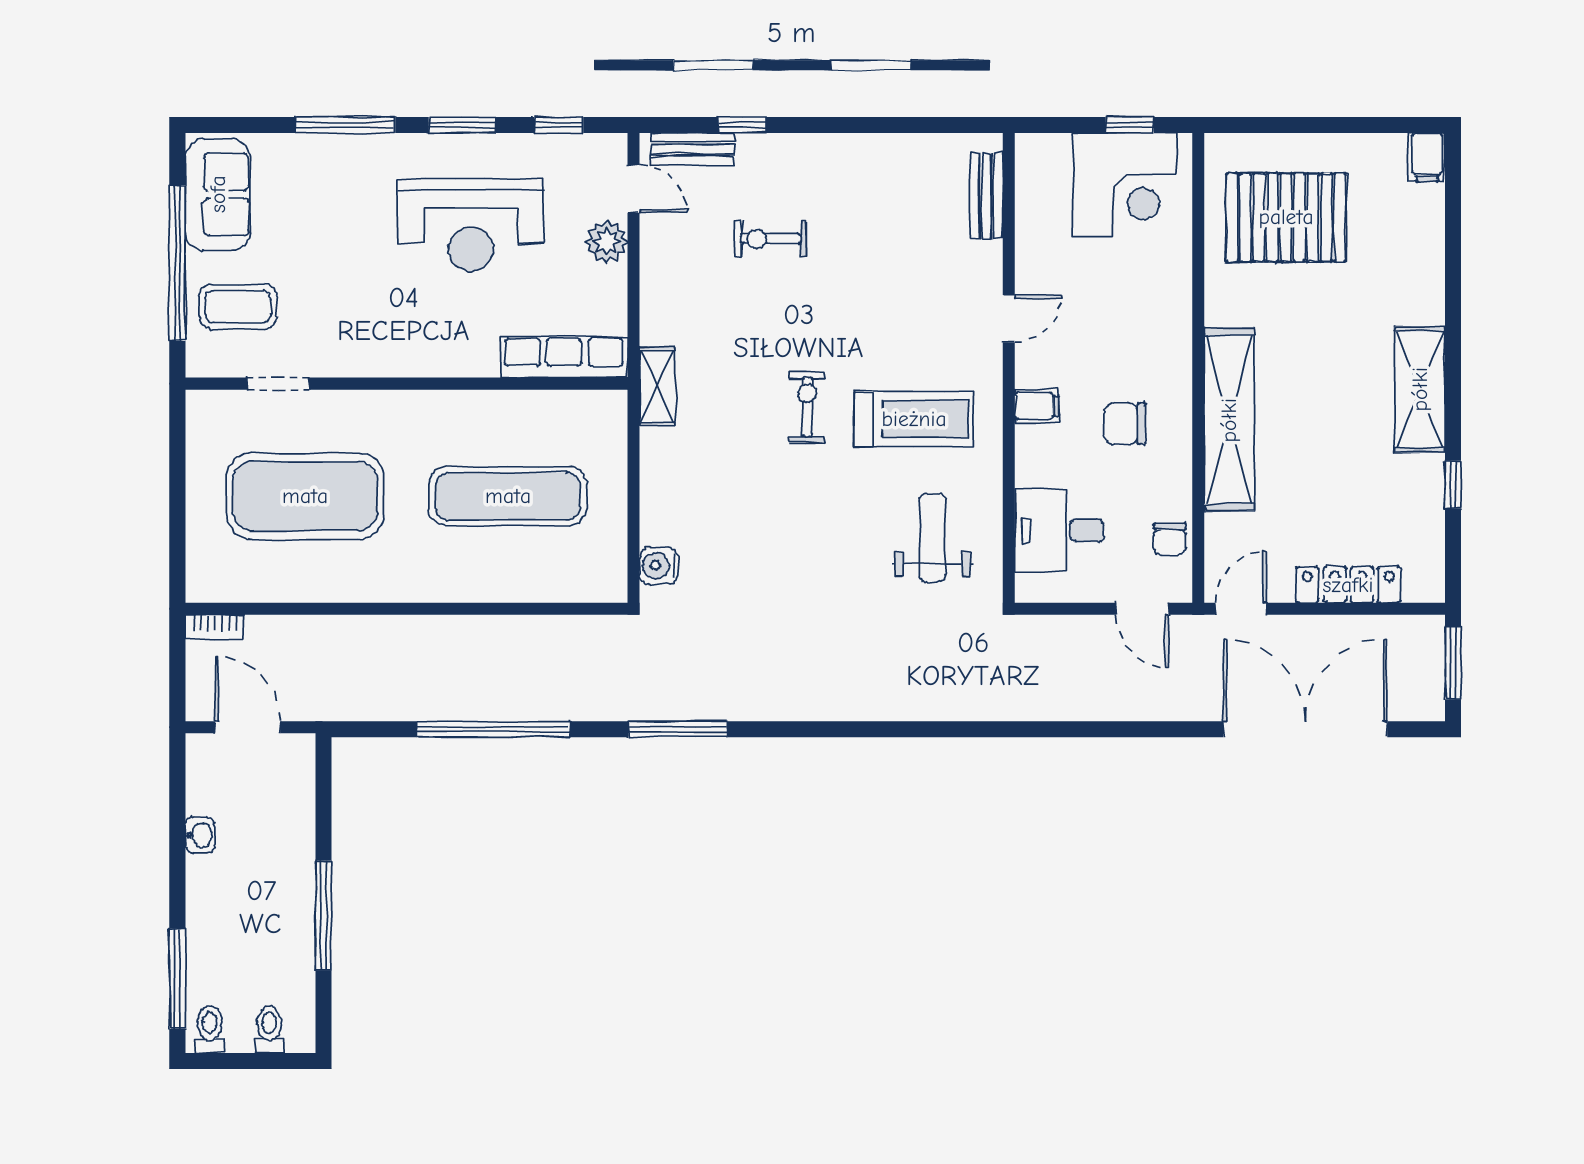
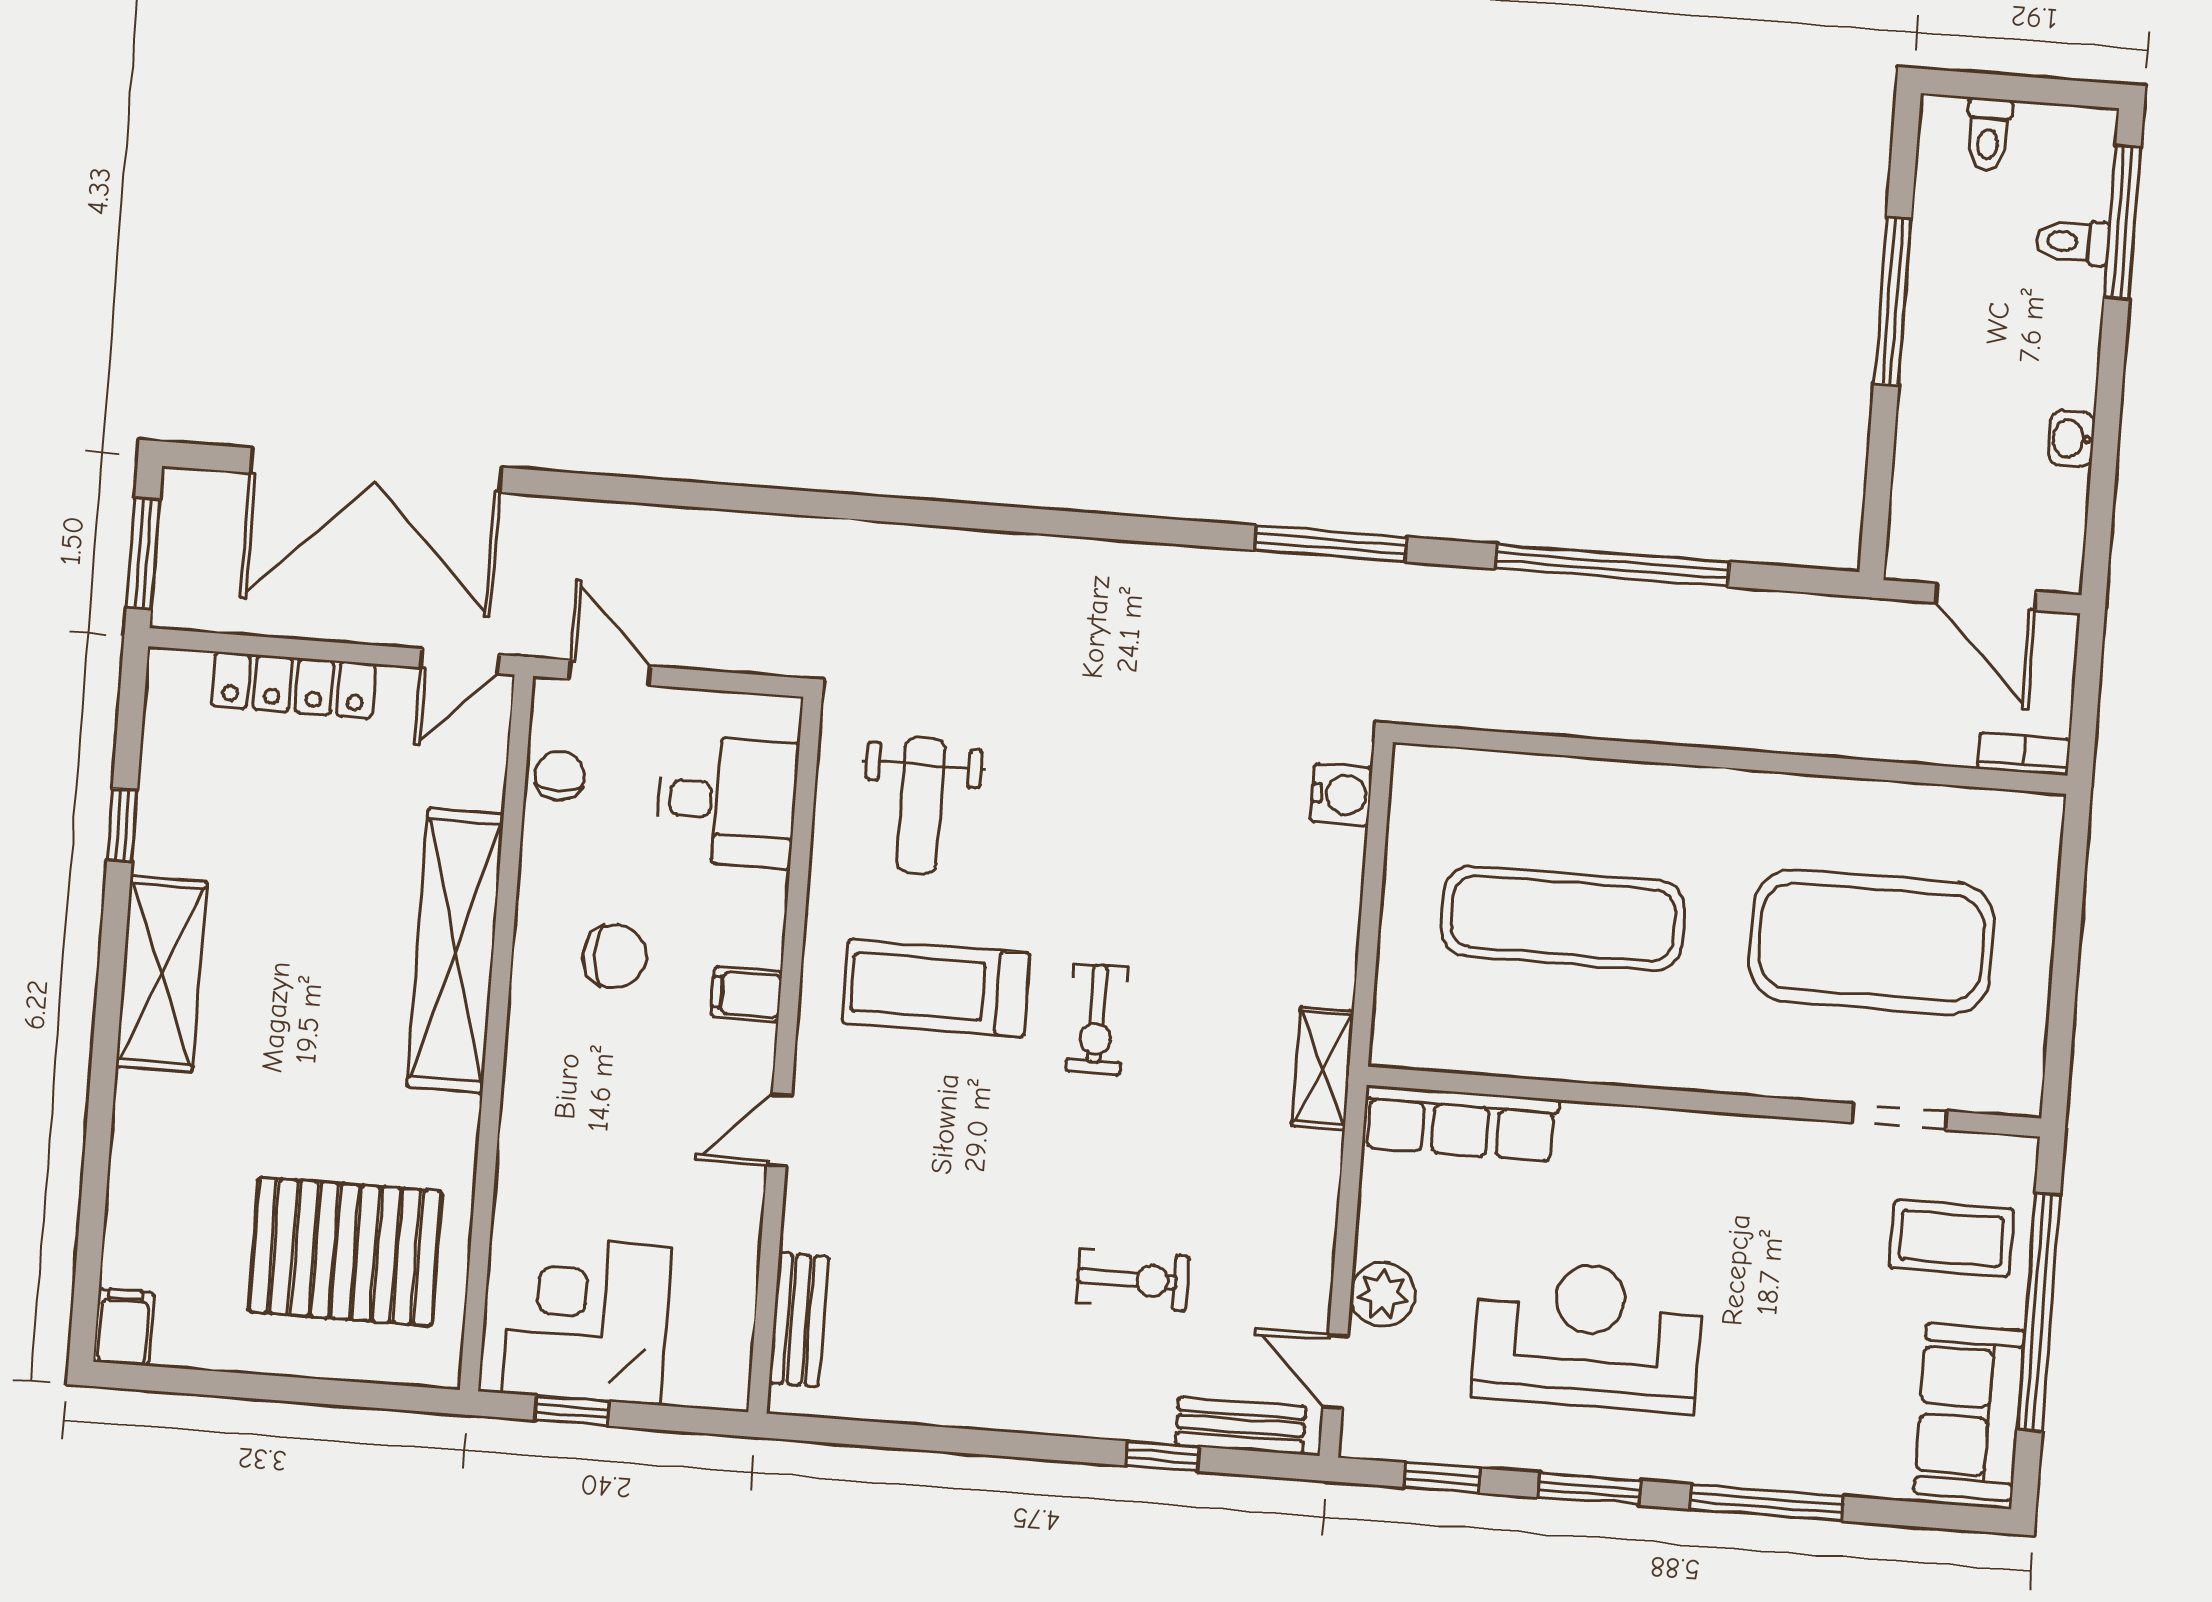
toilet: (210, 1029) -> (2073, 242), moved, turned 90

